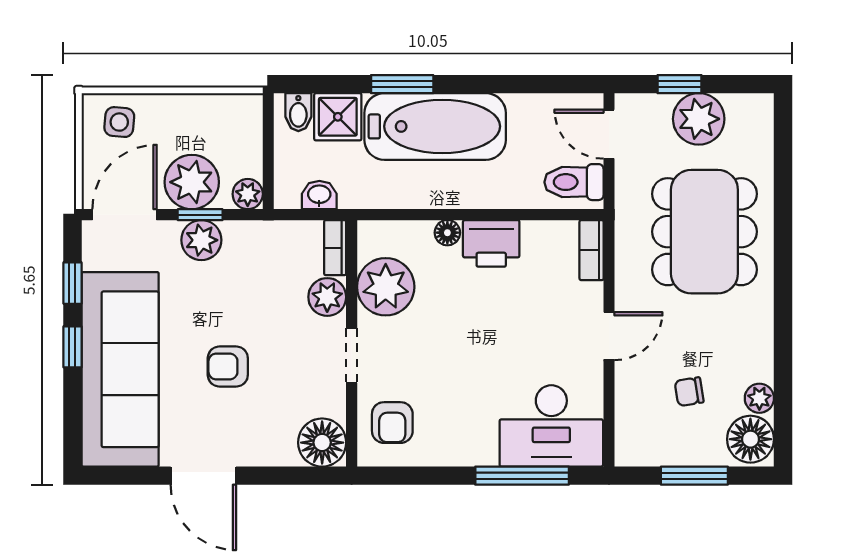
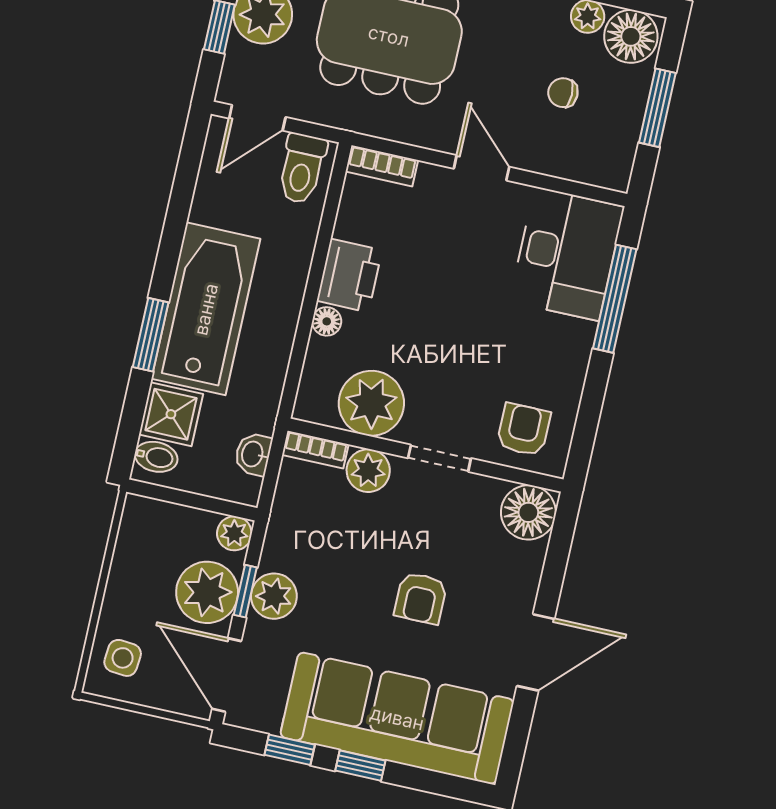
chair: (689, 392) -> (563, 93), turned 99
armchair: (392, 423) -> (524, 430), turned -90

